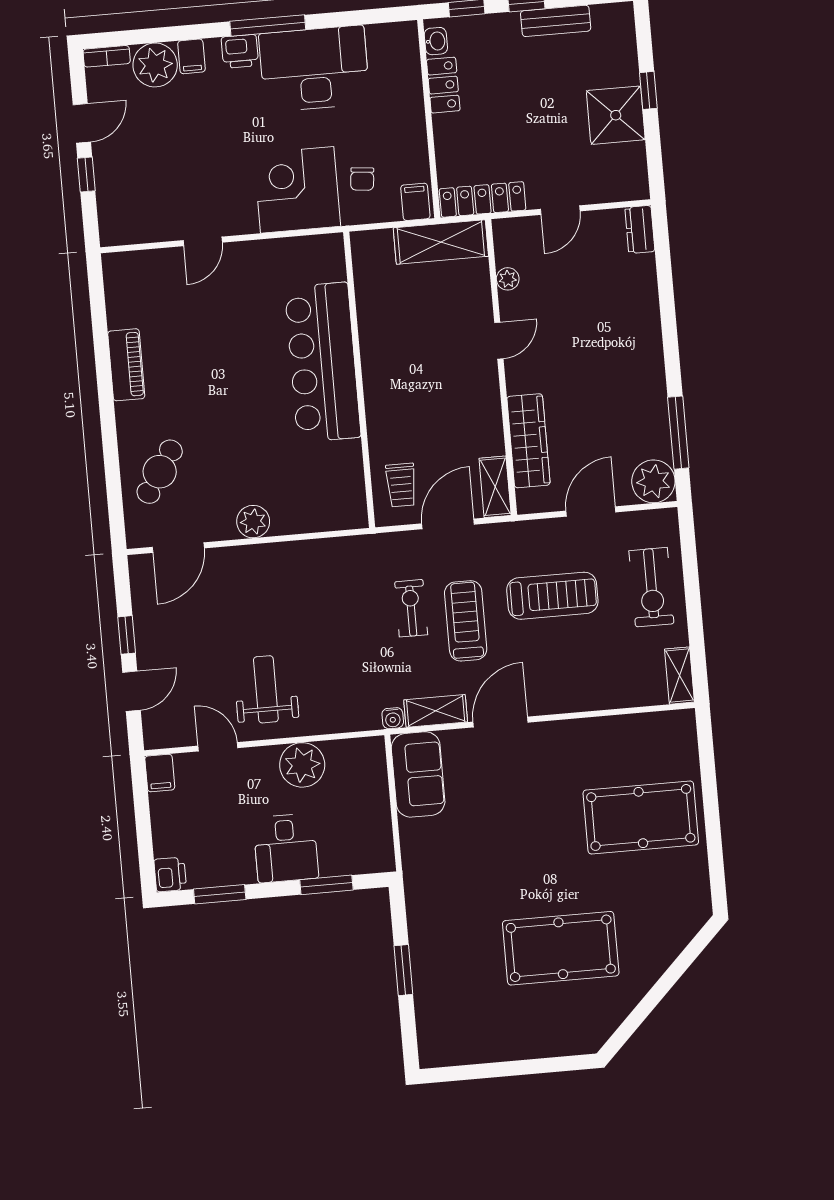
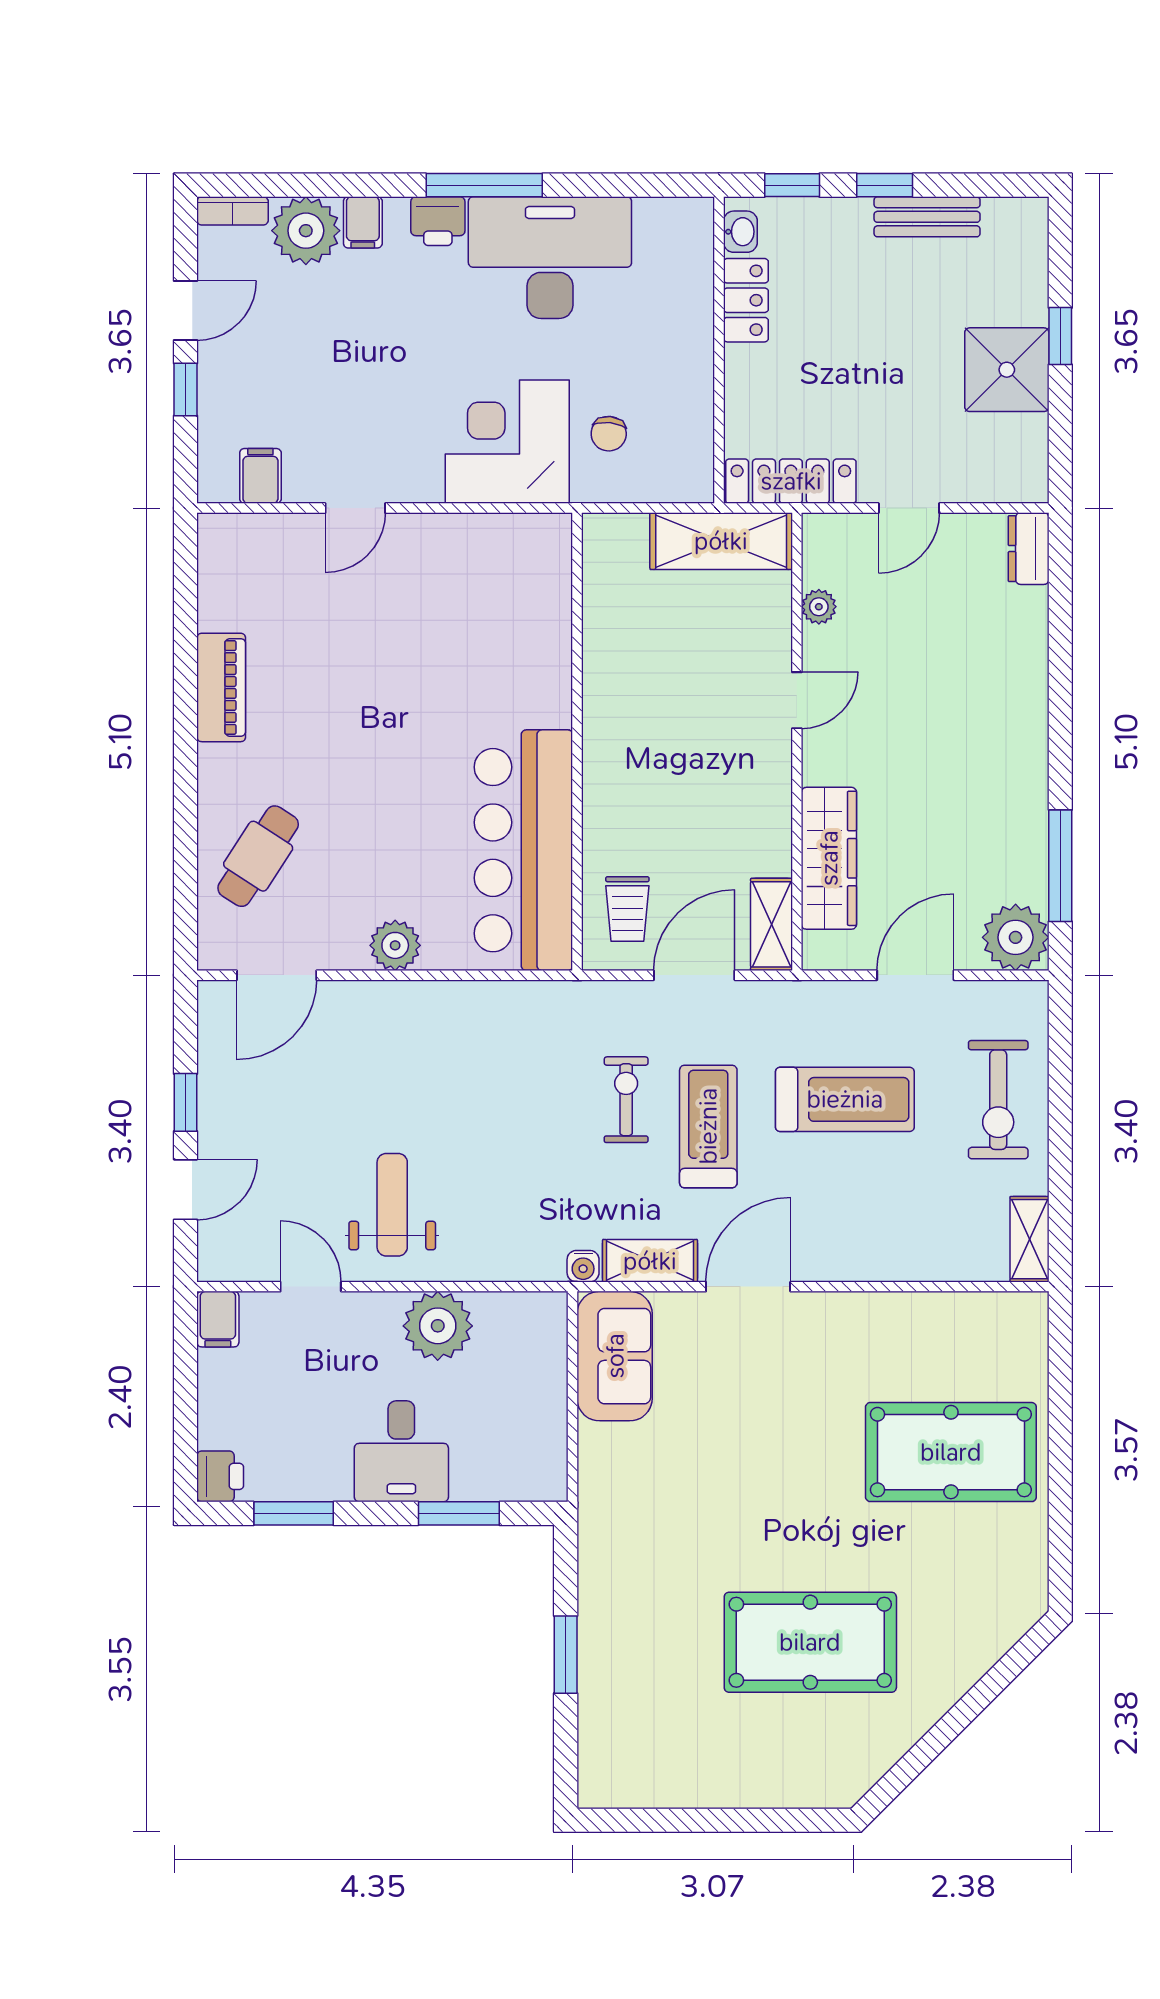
filing cabinet: (415, 202) -> (260, 476), moved
bar counter: (323, 362) -> (523, 850), moved

